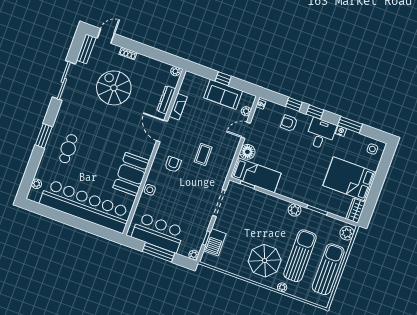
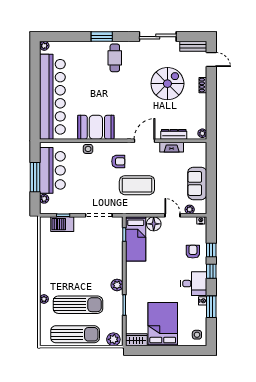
window: (223, 79) -> (211, 178), removed
cafe table: (68, 149) -> (115, 58), moved, turned 90
coffee table: (203, 154) -> (137, 185), width x1.86, depth x1.72
plant: (37, 184) -> (44, 46), moved
plant: (194, 255) -> (44, 199), moved
parasol: (265, 261) -> (62, 275), removed

